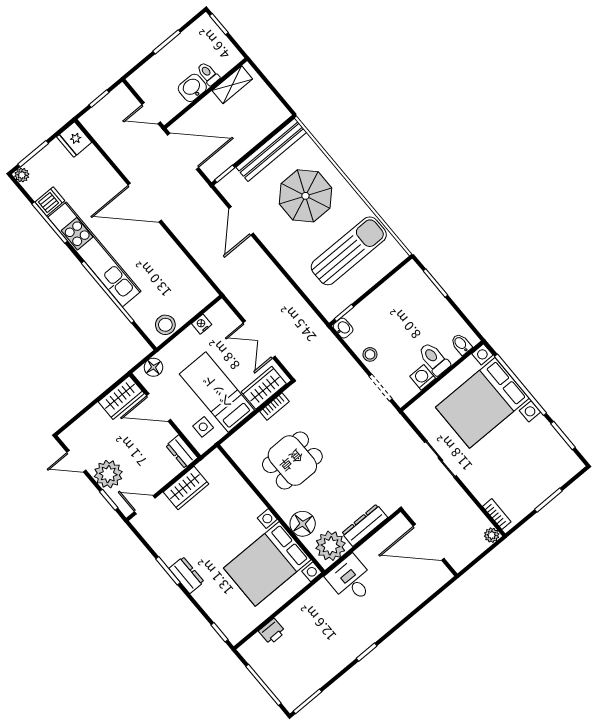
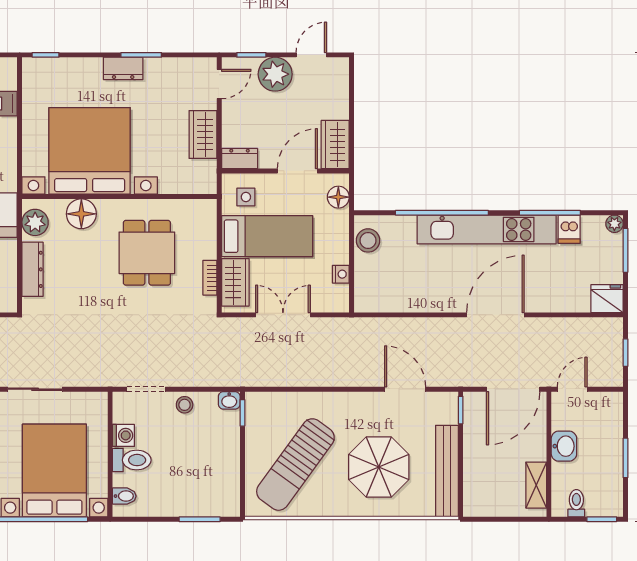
toilet: (208, 74) -> (576, 503), moved, turned -90
sun lounger: (349, 251) -> (295, 465), turned 36
plant: (330, 546) -> (35, 222), width x0.73, depth x0.73
bed with nightstands: (267, 564) -> (90, 151), width x1.36

